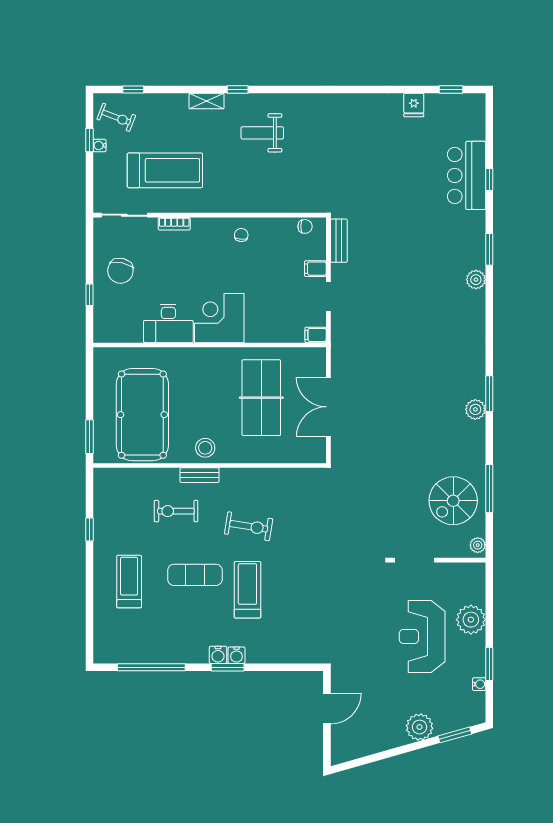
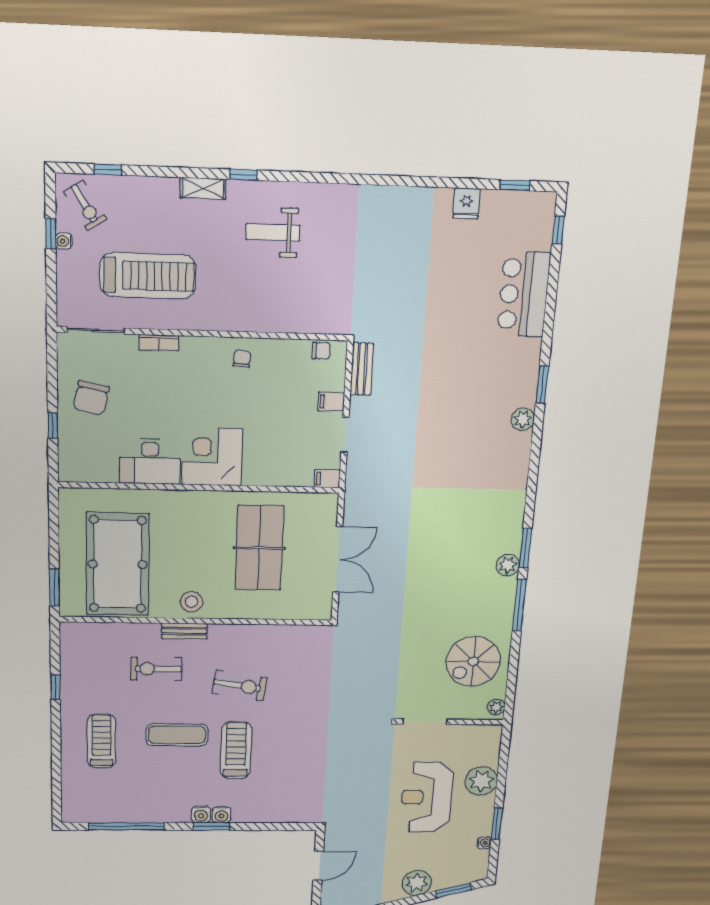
exercise bike: (116, 117) -> (85, 205), turned 37
window: (489, 179) -> (558, 230), moved
double door: (328, 407) -> (338, 559), swing flipped
window: (489, 489) -> (519, 605), moved

